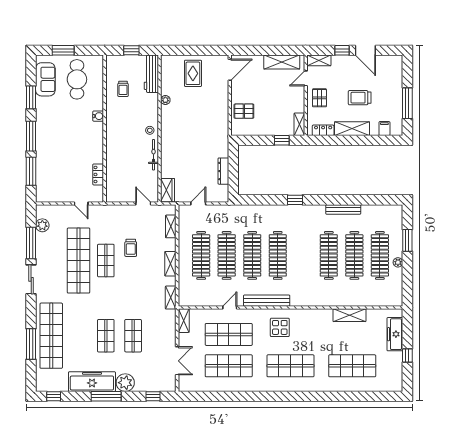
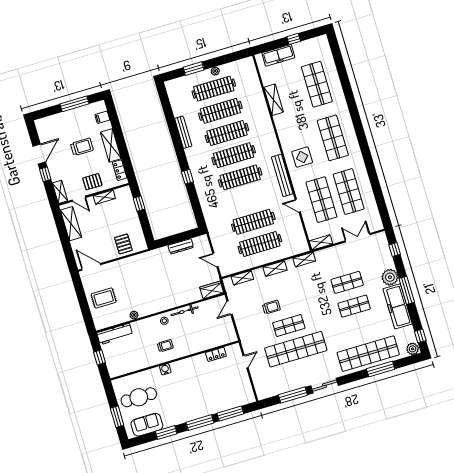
trolley: (123, 89) -> (165, 346), moved
trolley: (360, 98) -> (82, 147), turned -90
shelving: (299, 124) -> (104, 197), moved
plant: (42, 225) -> (413, 349), moved
clothes rail: (252, 255) -> (234, 155), moved

